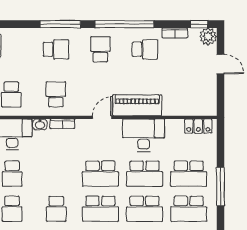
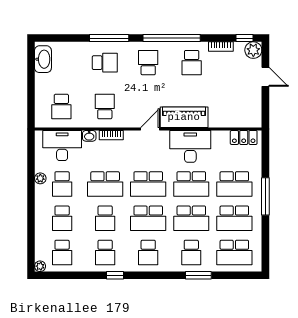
school desk: (145, 49) -> (192, 63), turned 90
school desk: (56, 174) -> (105, 184), added

